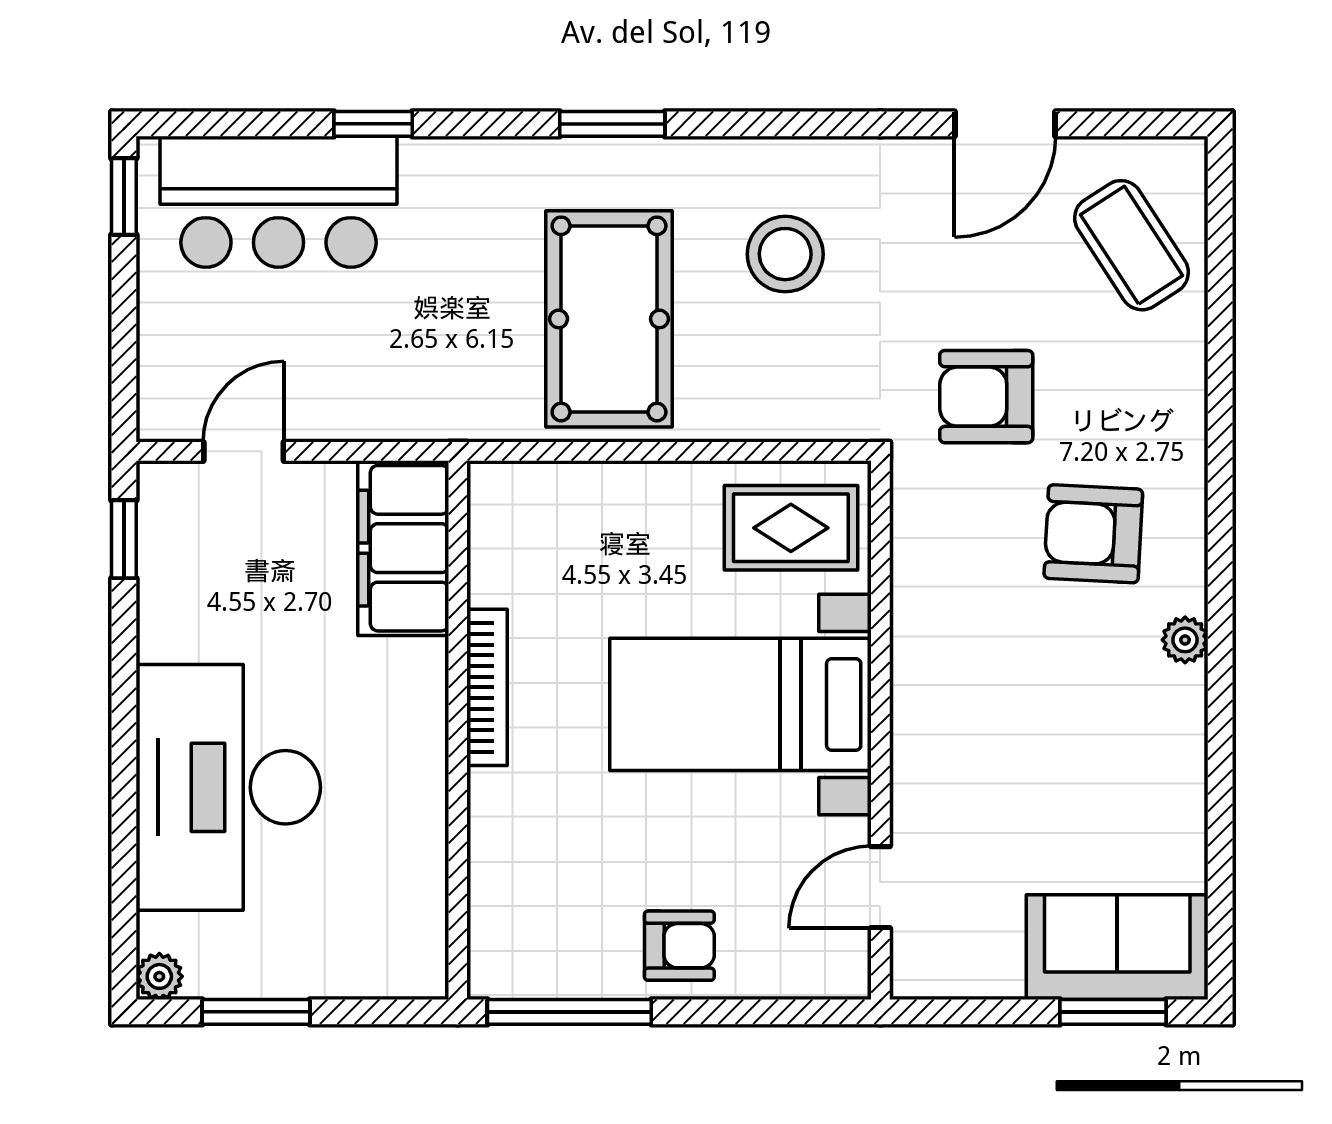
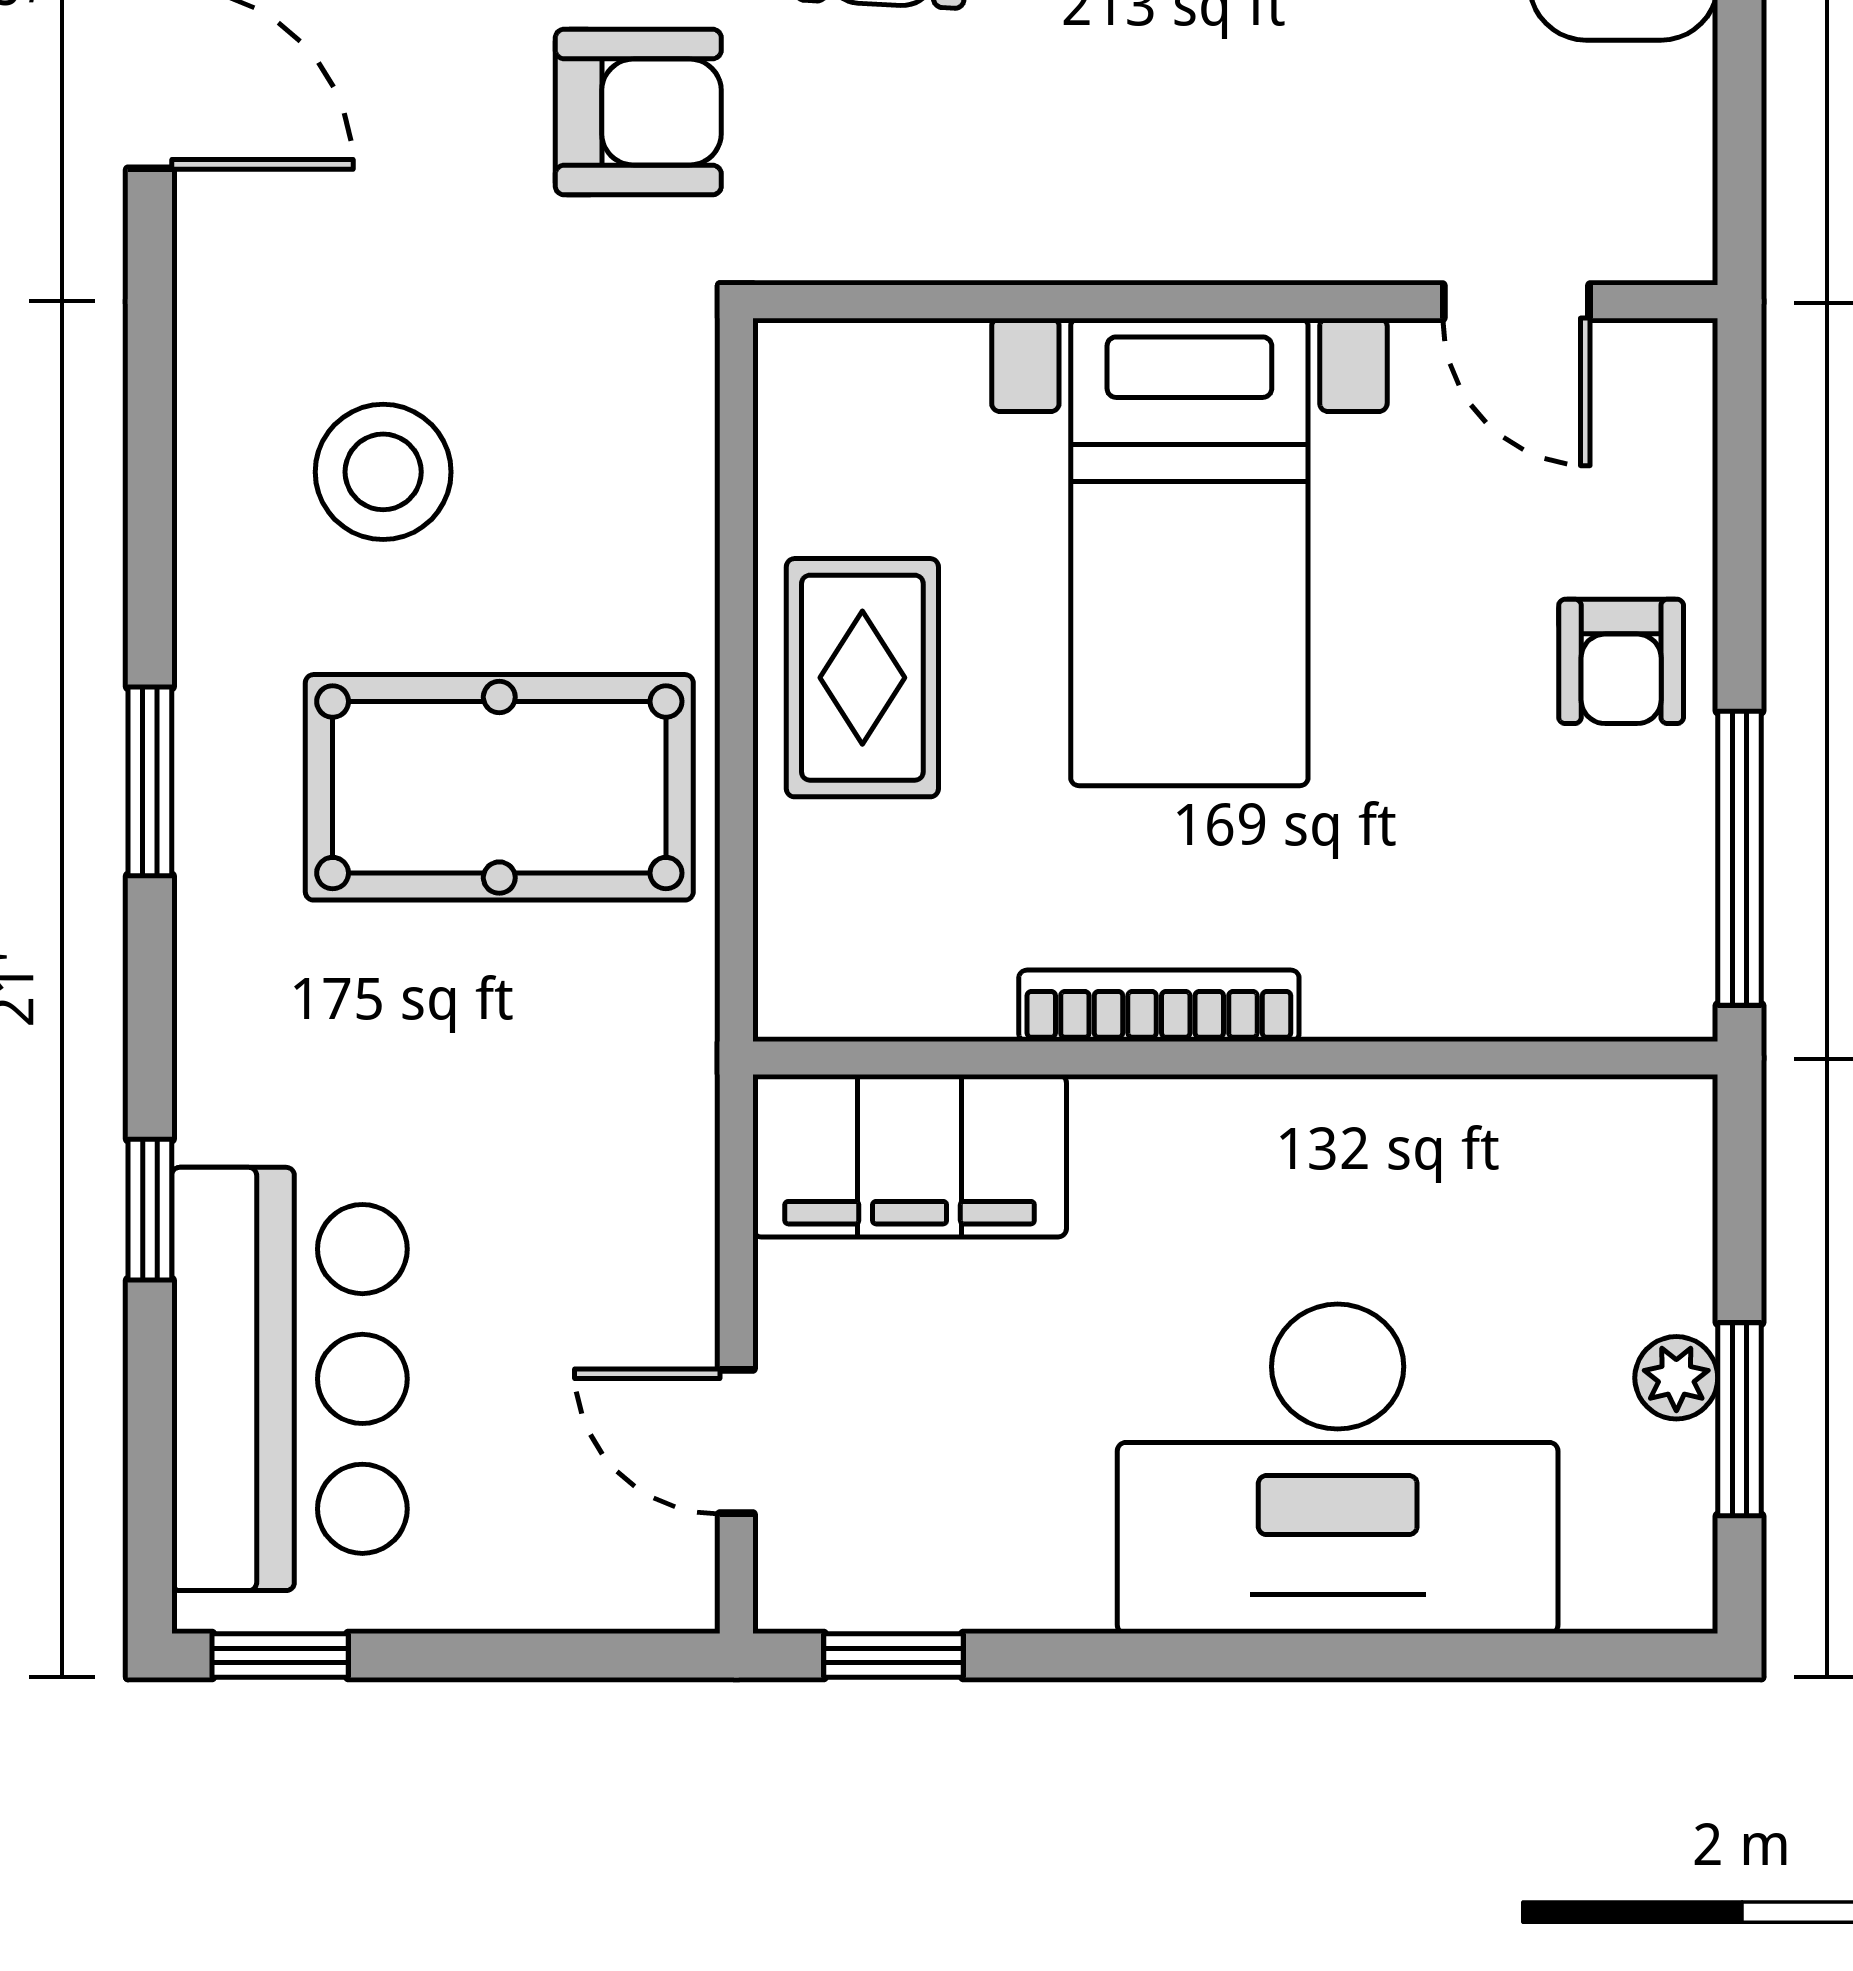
armchair: (986, 397) -> (638, 112), turned -90
rug: (791, 528) -> (862, 678), moved
armchair: (679, 946) -> (1621, 661), turned 180
plant: (159, 976) -> (1676, 1378), moved

